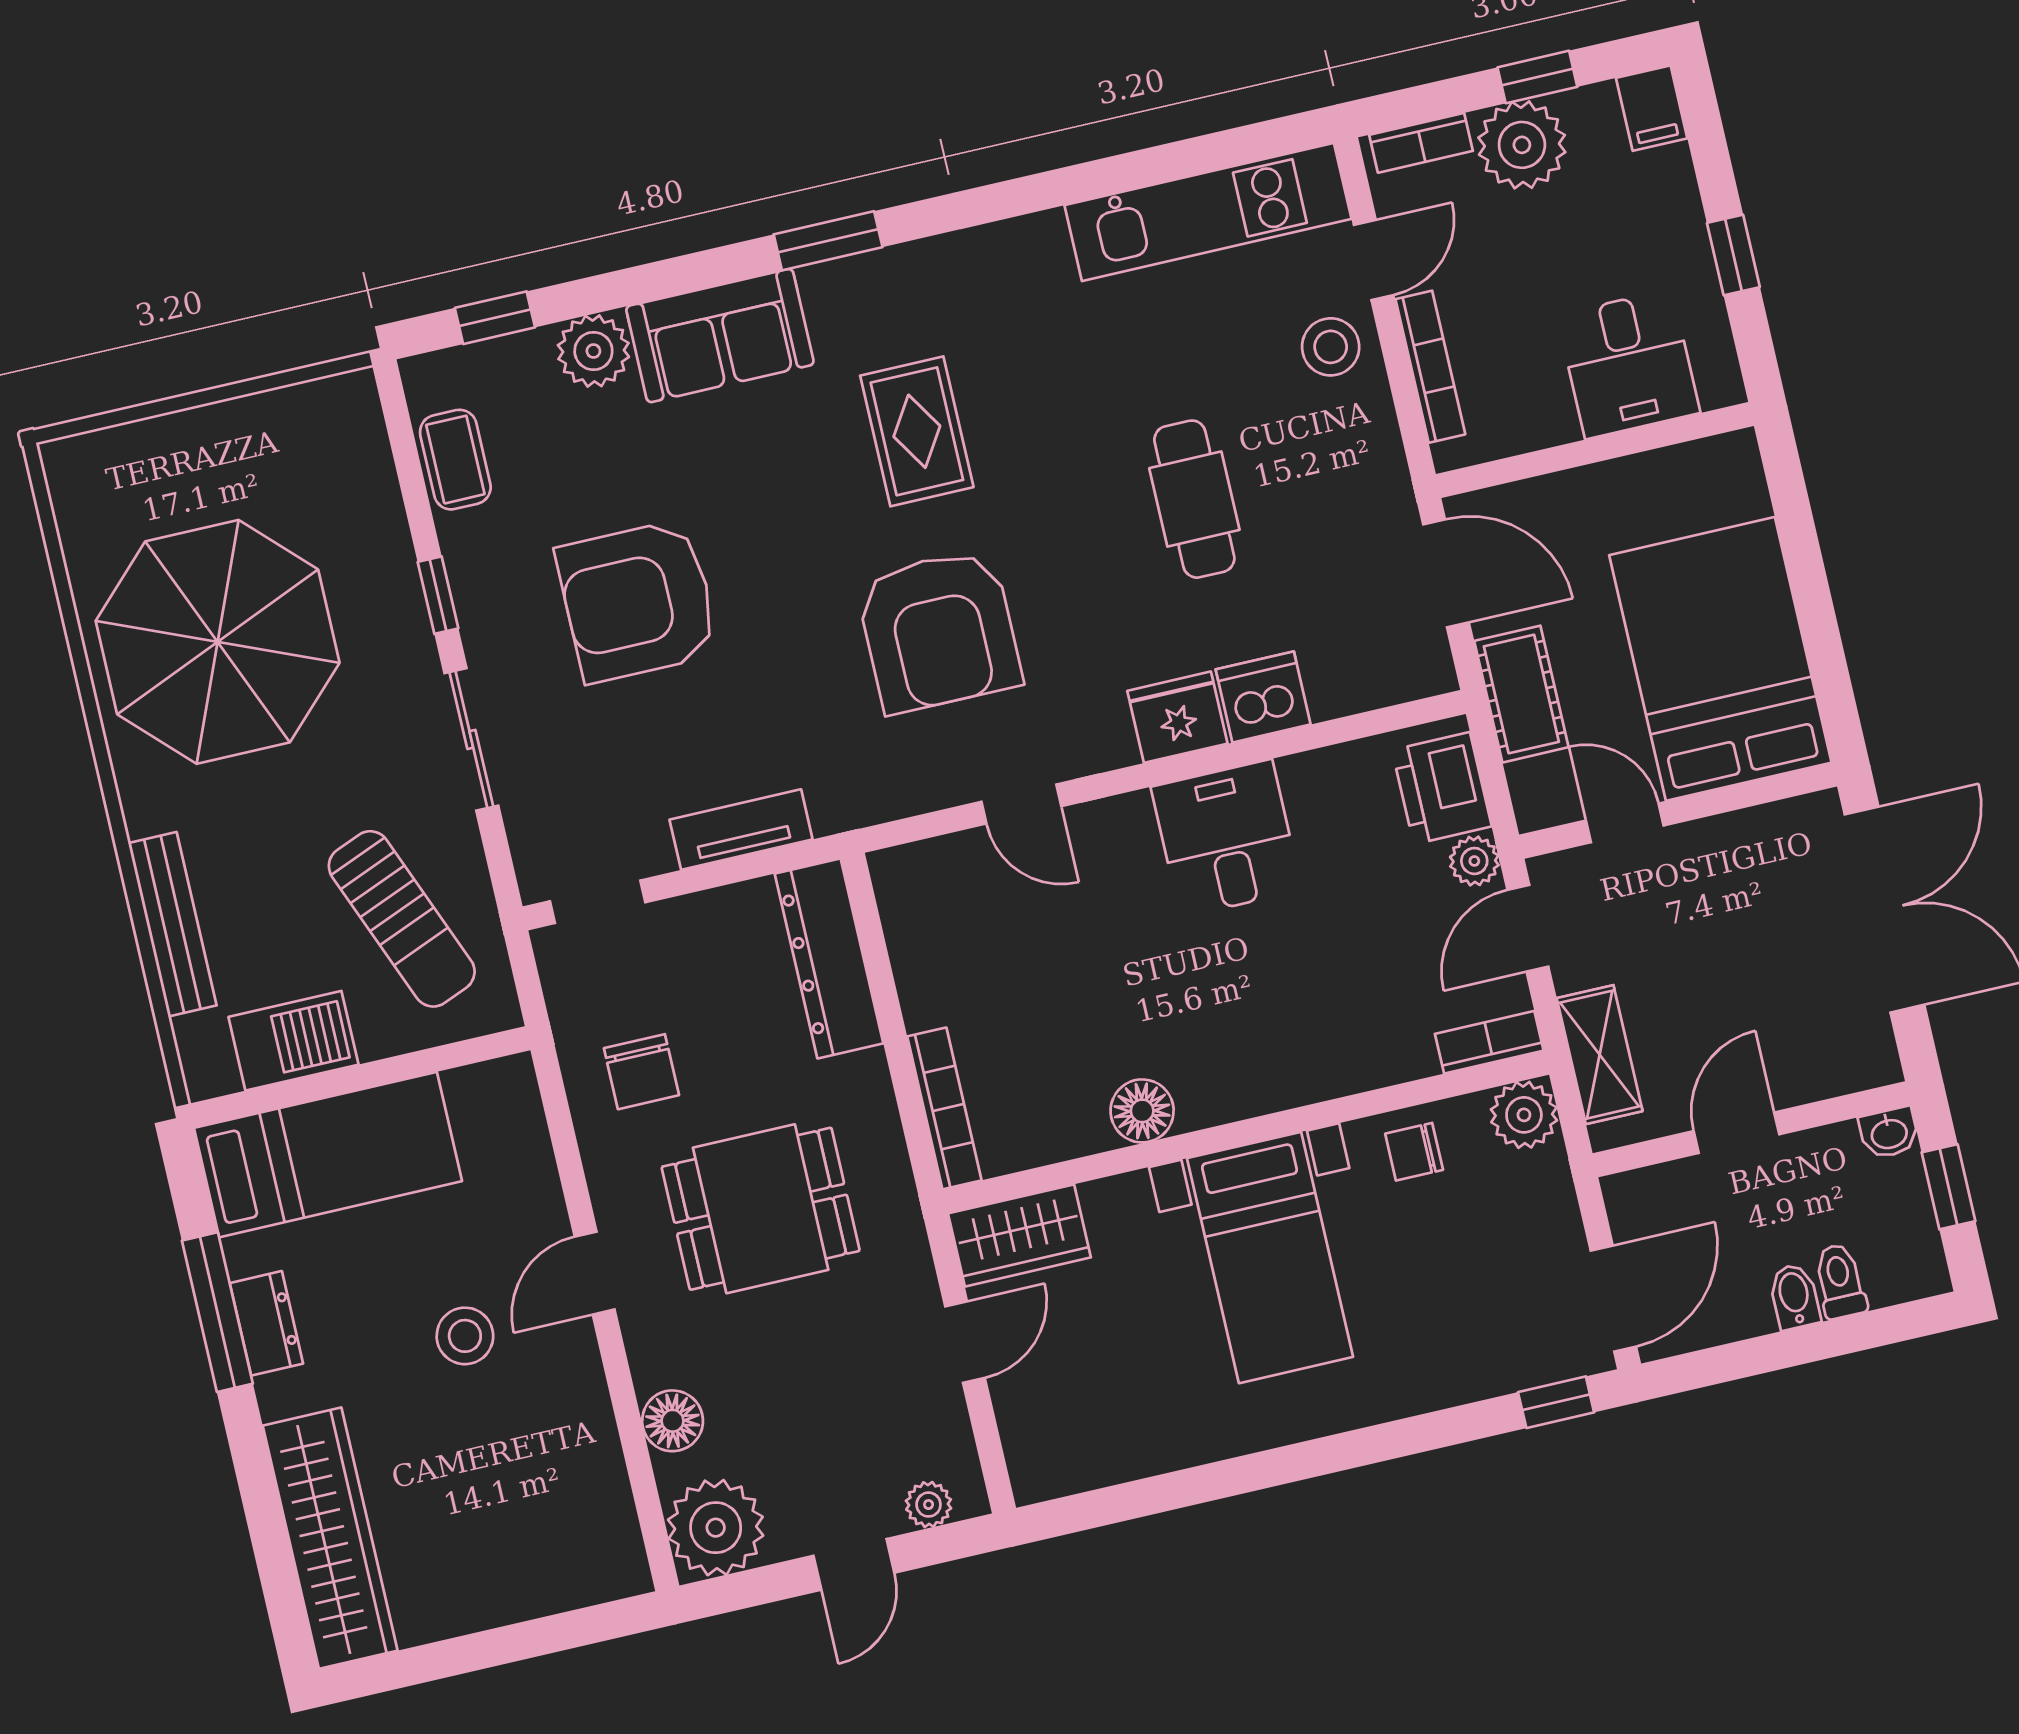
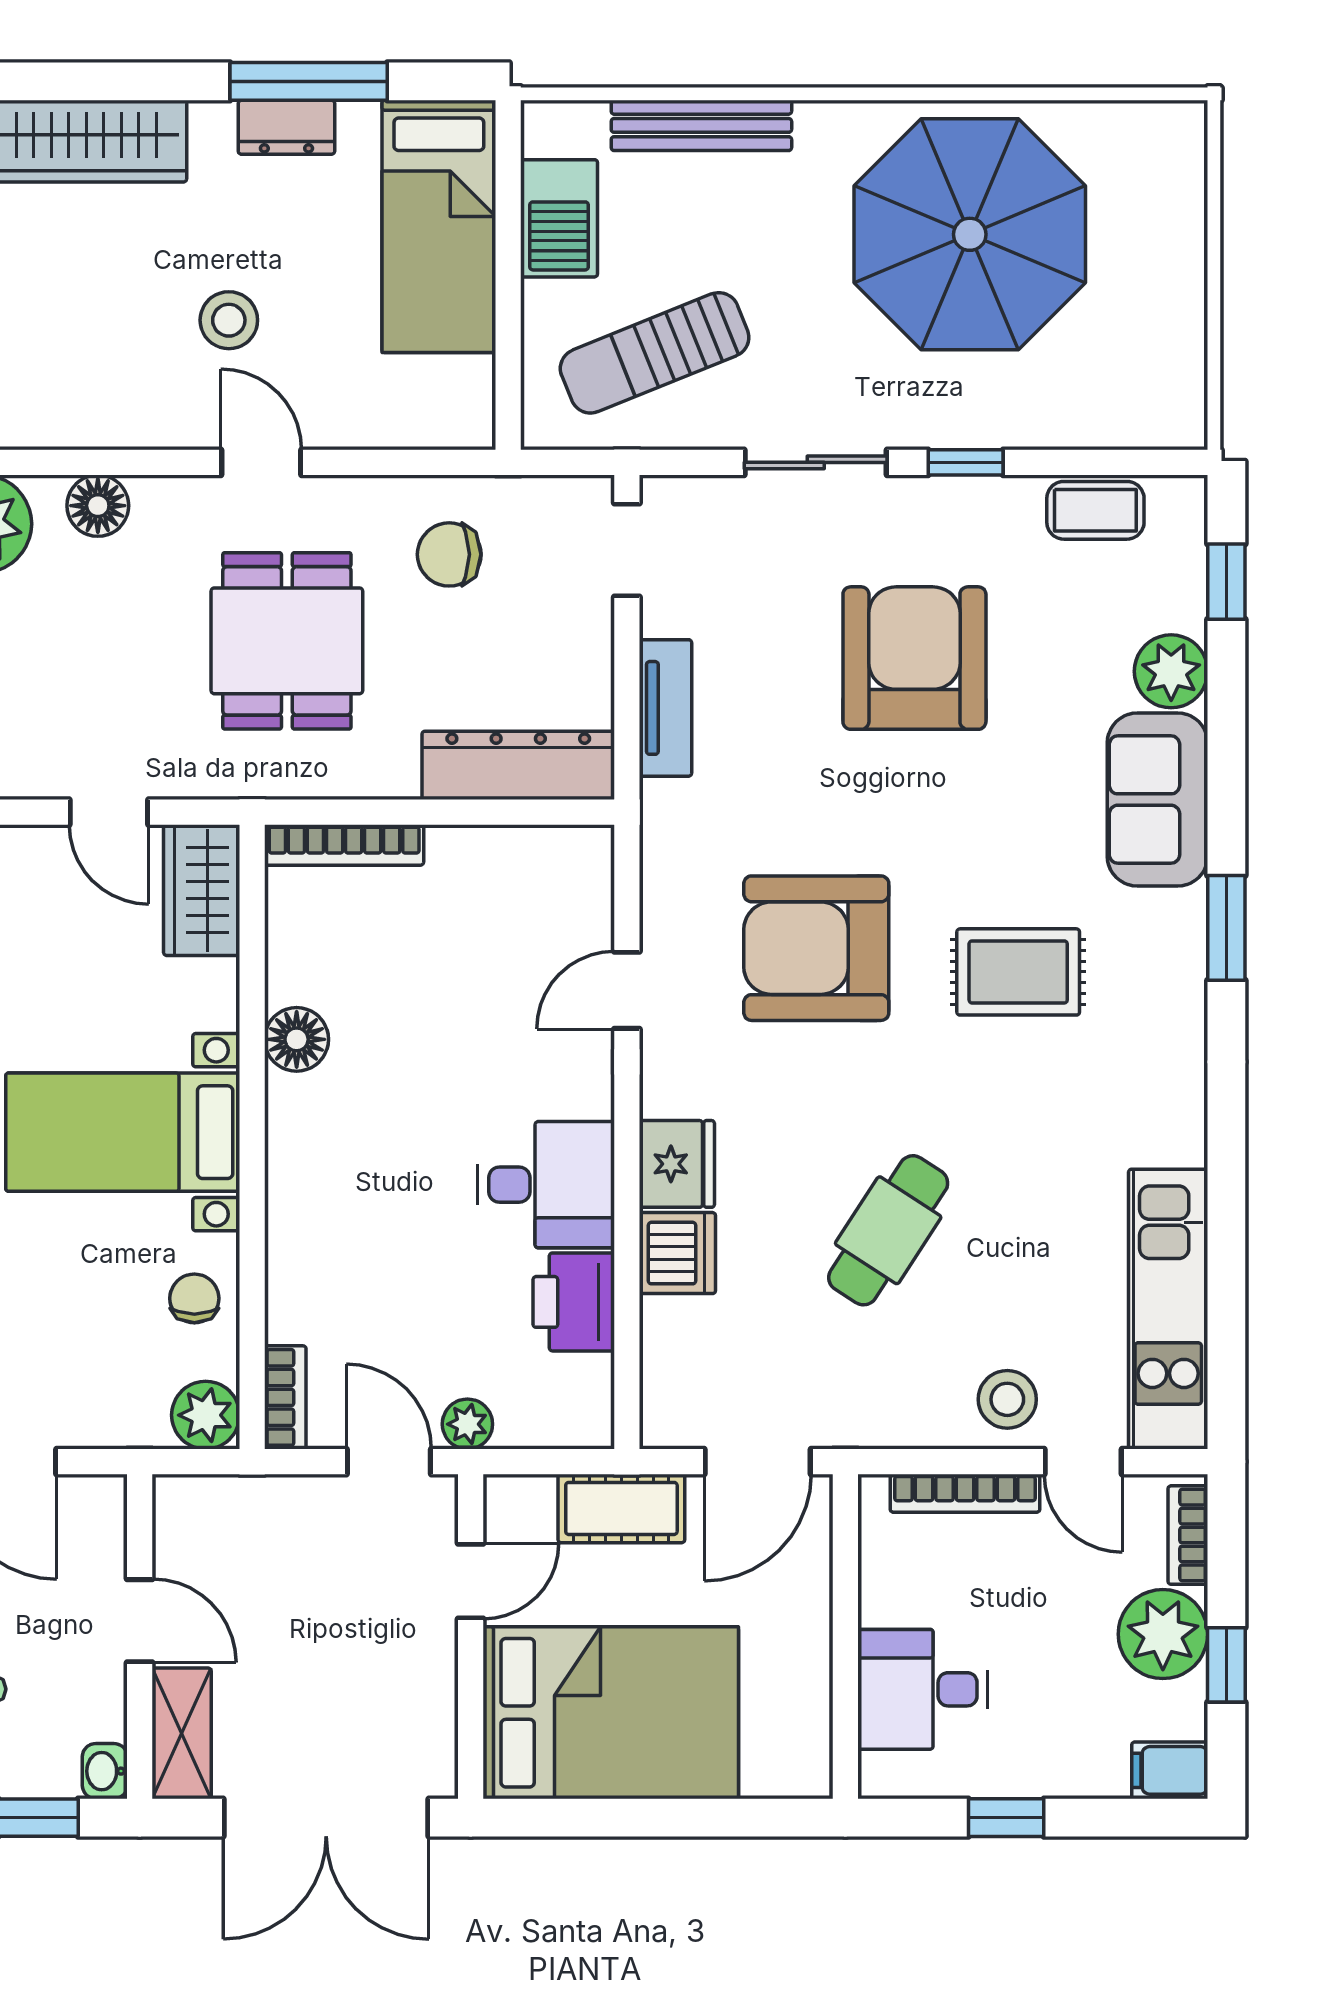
cafe table: (1194, 499) -> (888, 1230), turned -57
printer: (1442, 788) -> (574, 1302), moved, turned -90
shelving: (1600, 1055) -> (182, 1733), moved, turned 90

